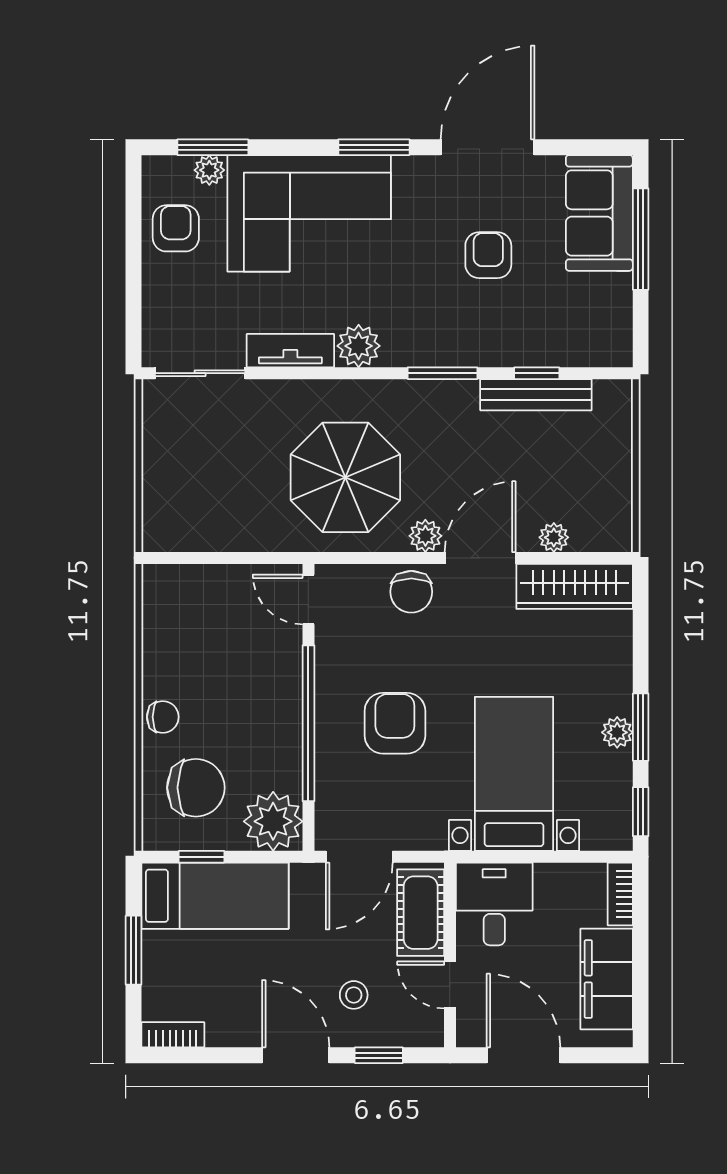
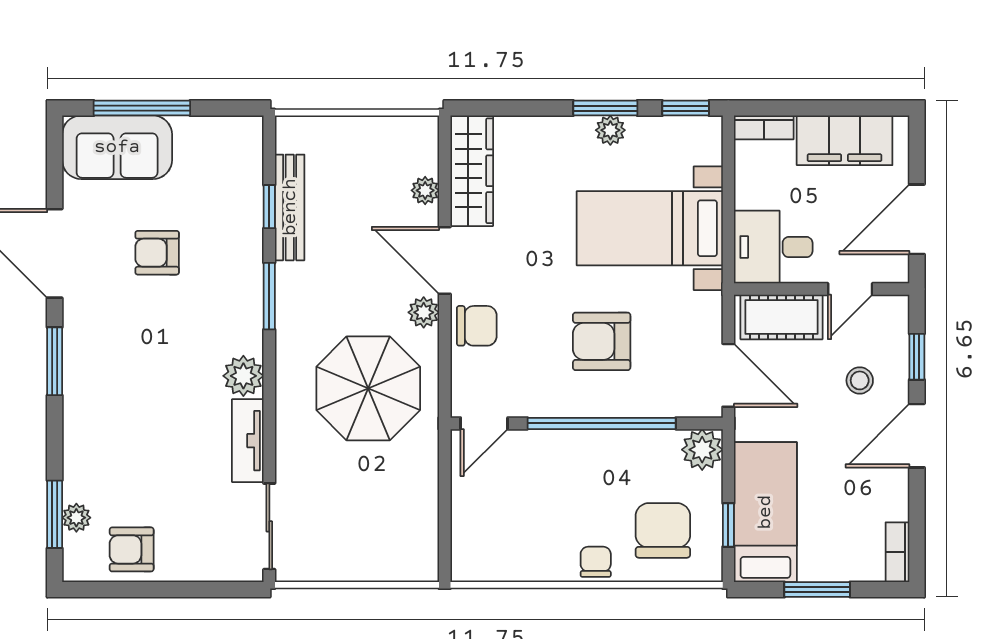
corner sofa: (309, 213) -> (117, 423), removed
plant: (273, 821) -> (702, 450), width x0.73, depth x0.73

